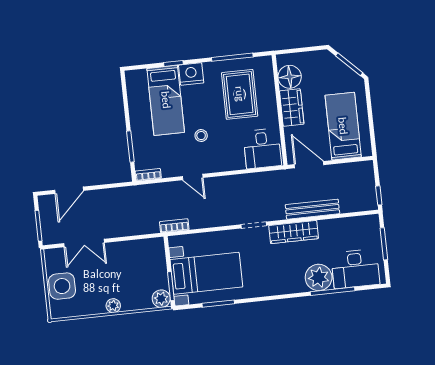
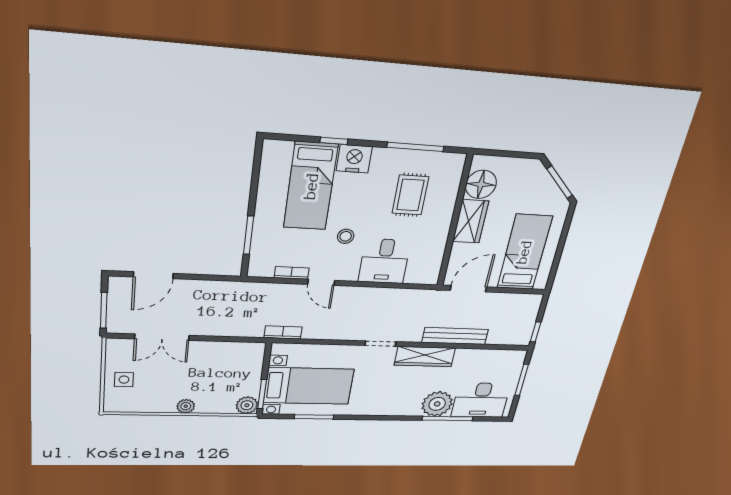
rug: (240, 94) -> (410, 195), width x0.73, depth x0.70
desk: (262, 149) -> (384, 261), moved
door: (309, 165) -> (468, 289), hinge flipped
bookcase: (148, 175) -> (292, 273), moved
side table: (62, 286) -> (124, 380), width x0.54, depth x0.54

